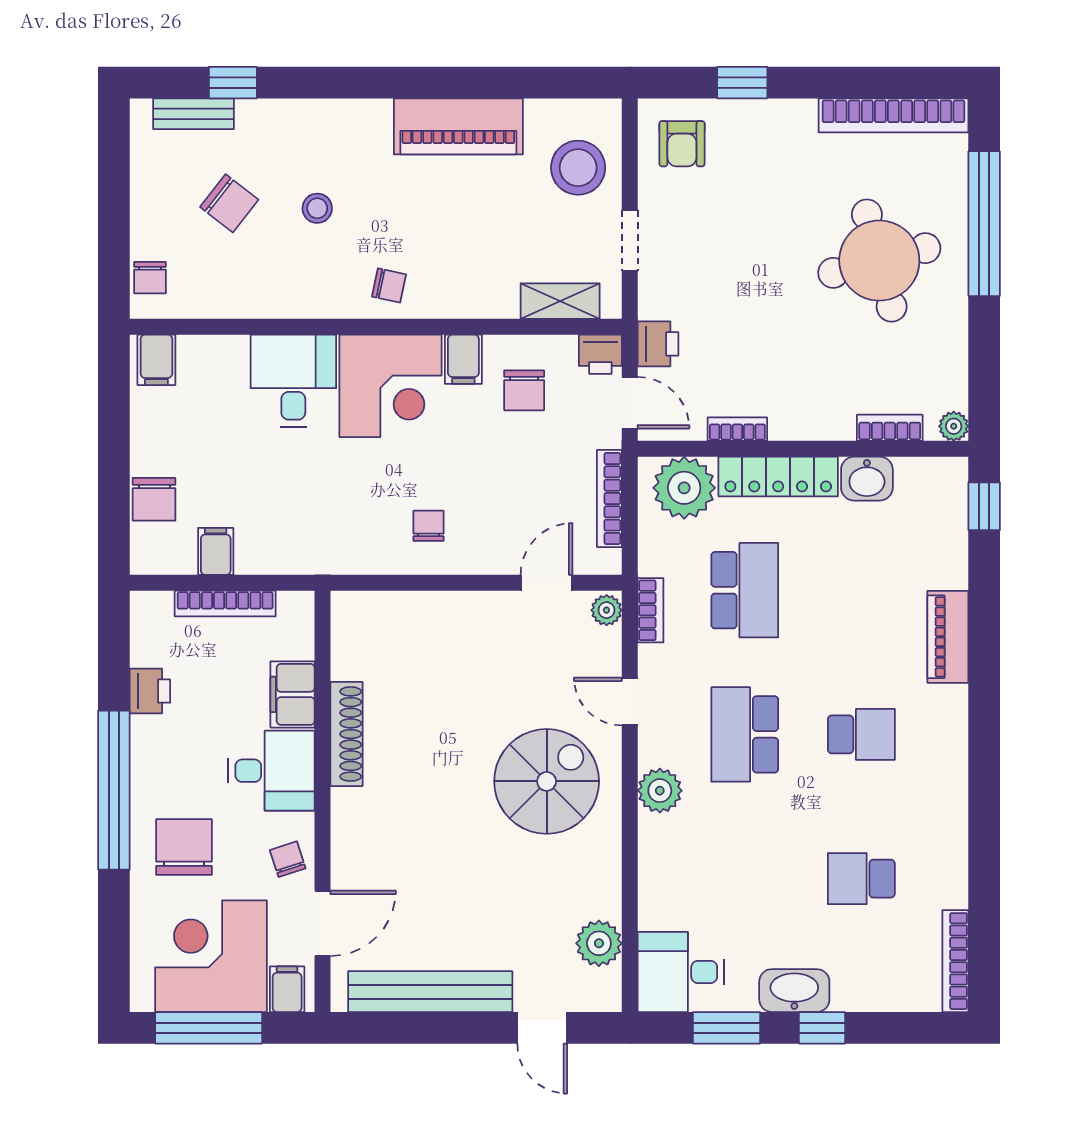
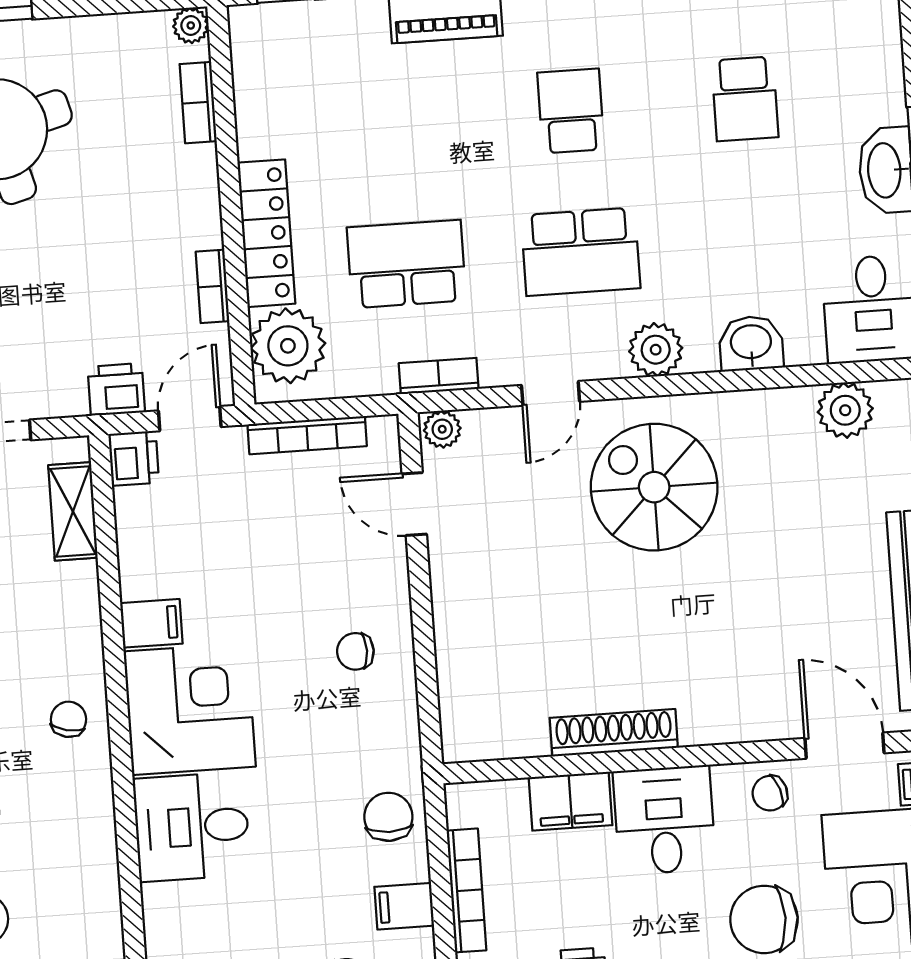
chair: (524, 390) -> (388, 817), moved, turned -90
washbasin: (867, 479) -> (751, 343), moved, turned -90

